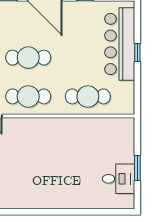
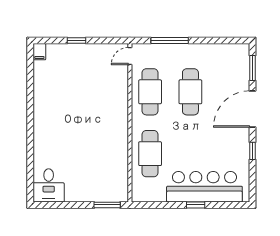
window: (137, 168) -> (107, 205), moved
desk: (118, 179) -> (49, 185), moved

